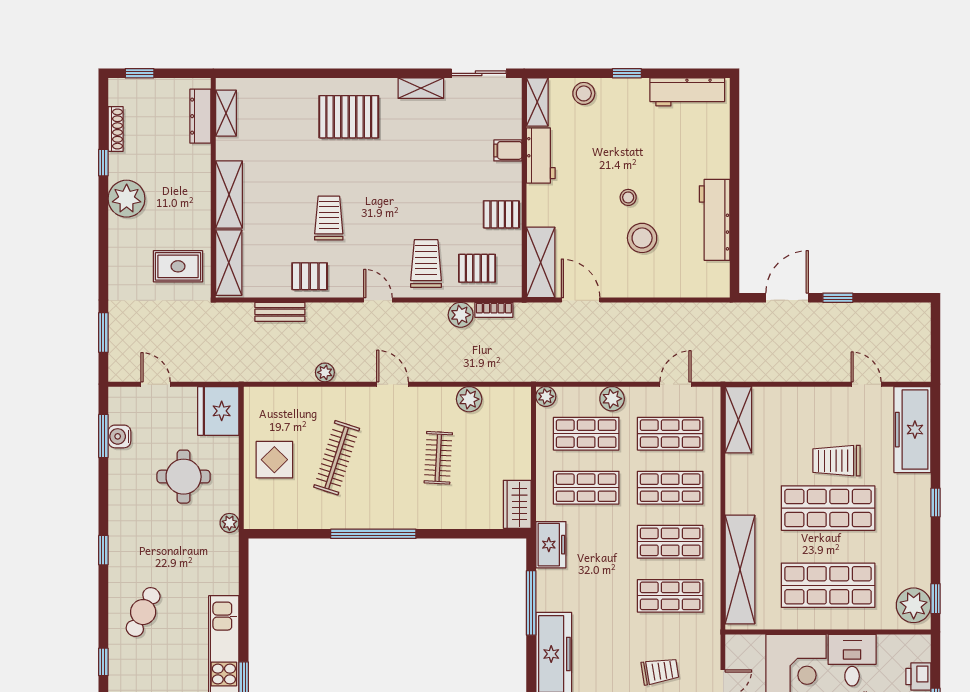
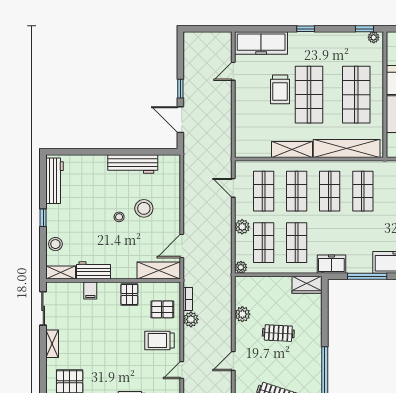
pallet: (477, 268) -> (162, 309), turned 90
shelving: (738, 420) -> (292, 149), moved
plant: (914, 605) -> (374, 37), width x0.53, depth x0.53

